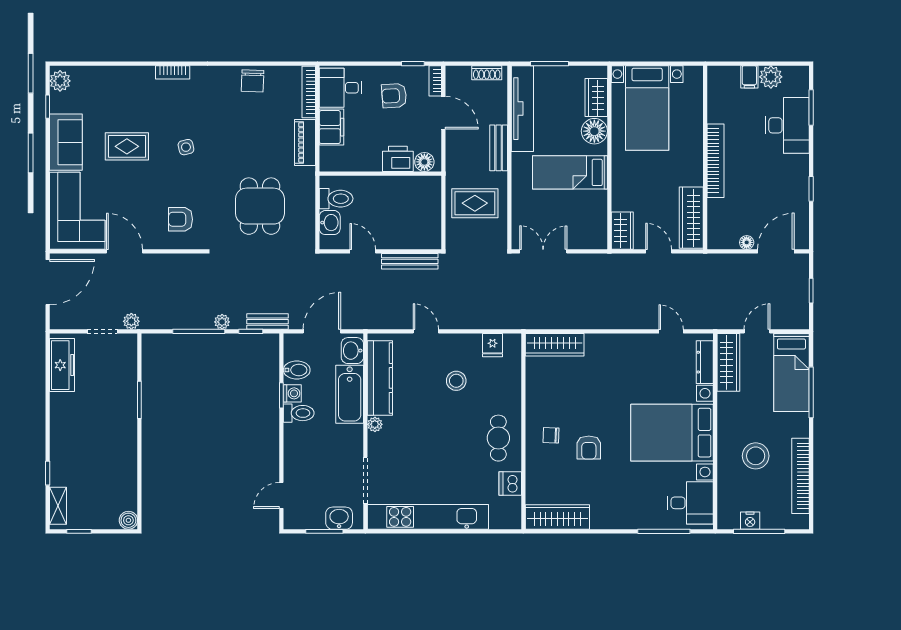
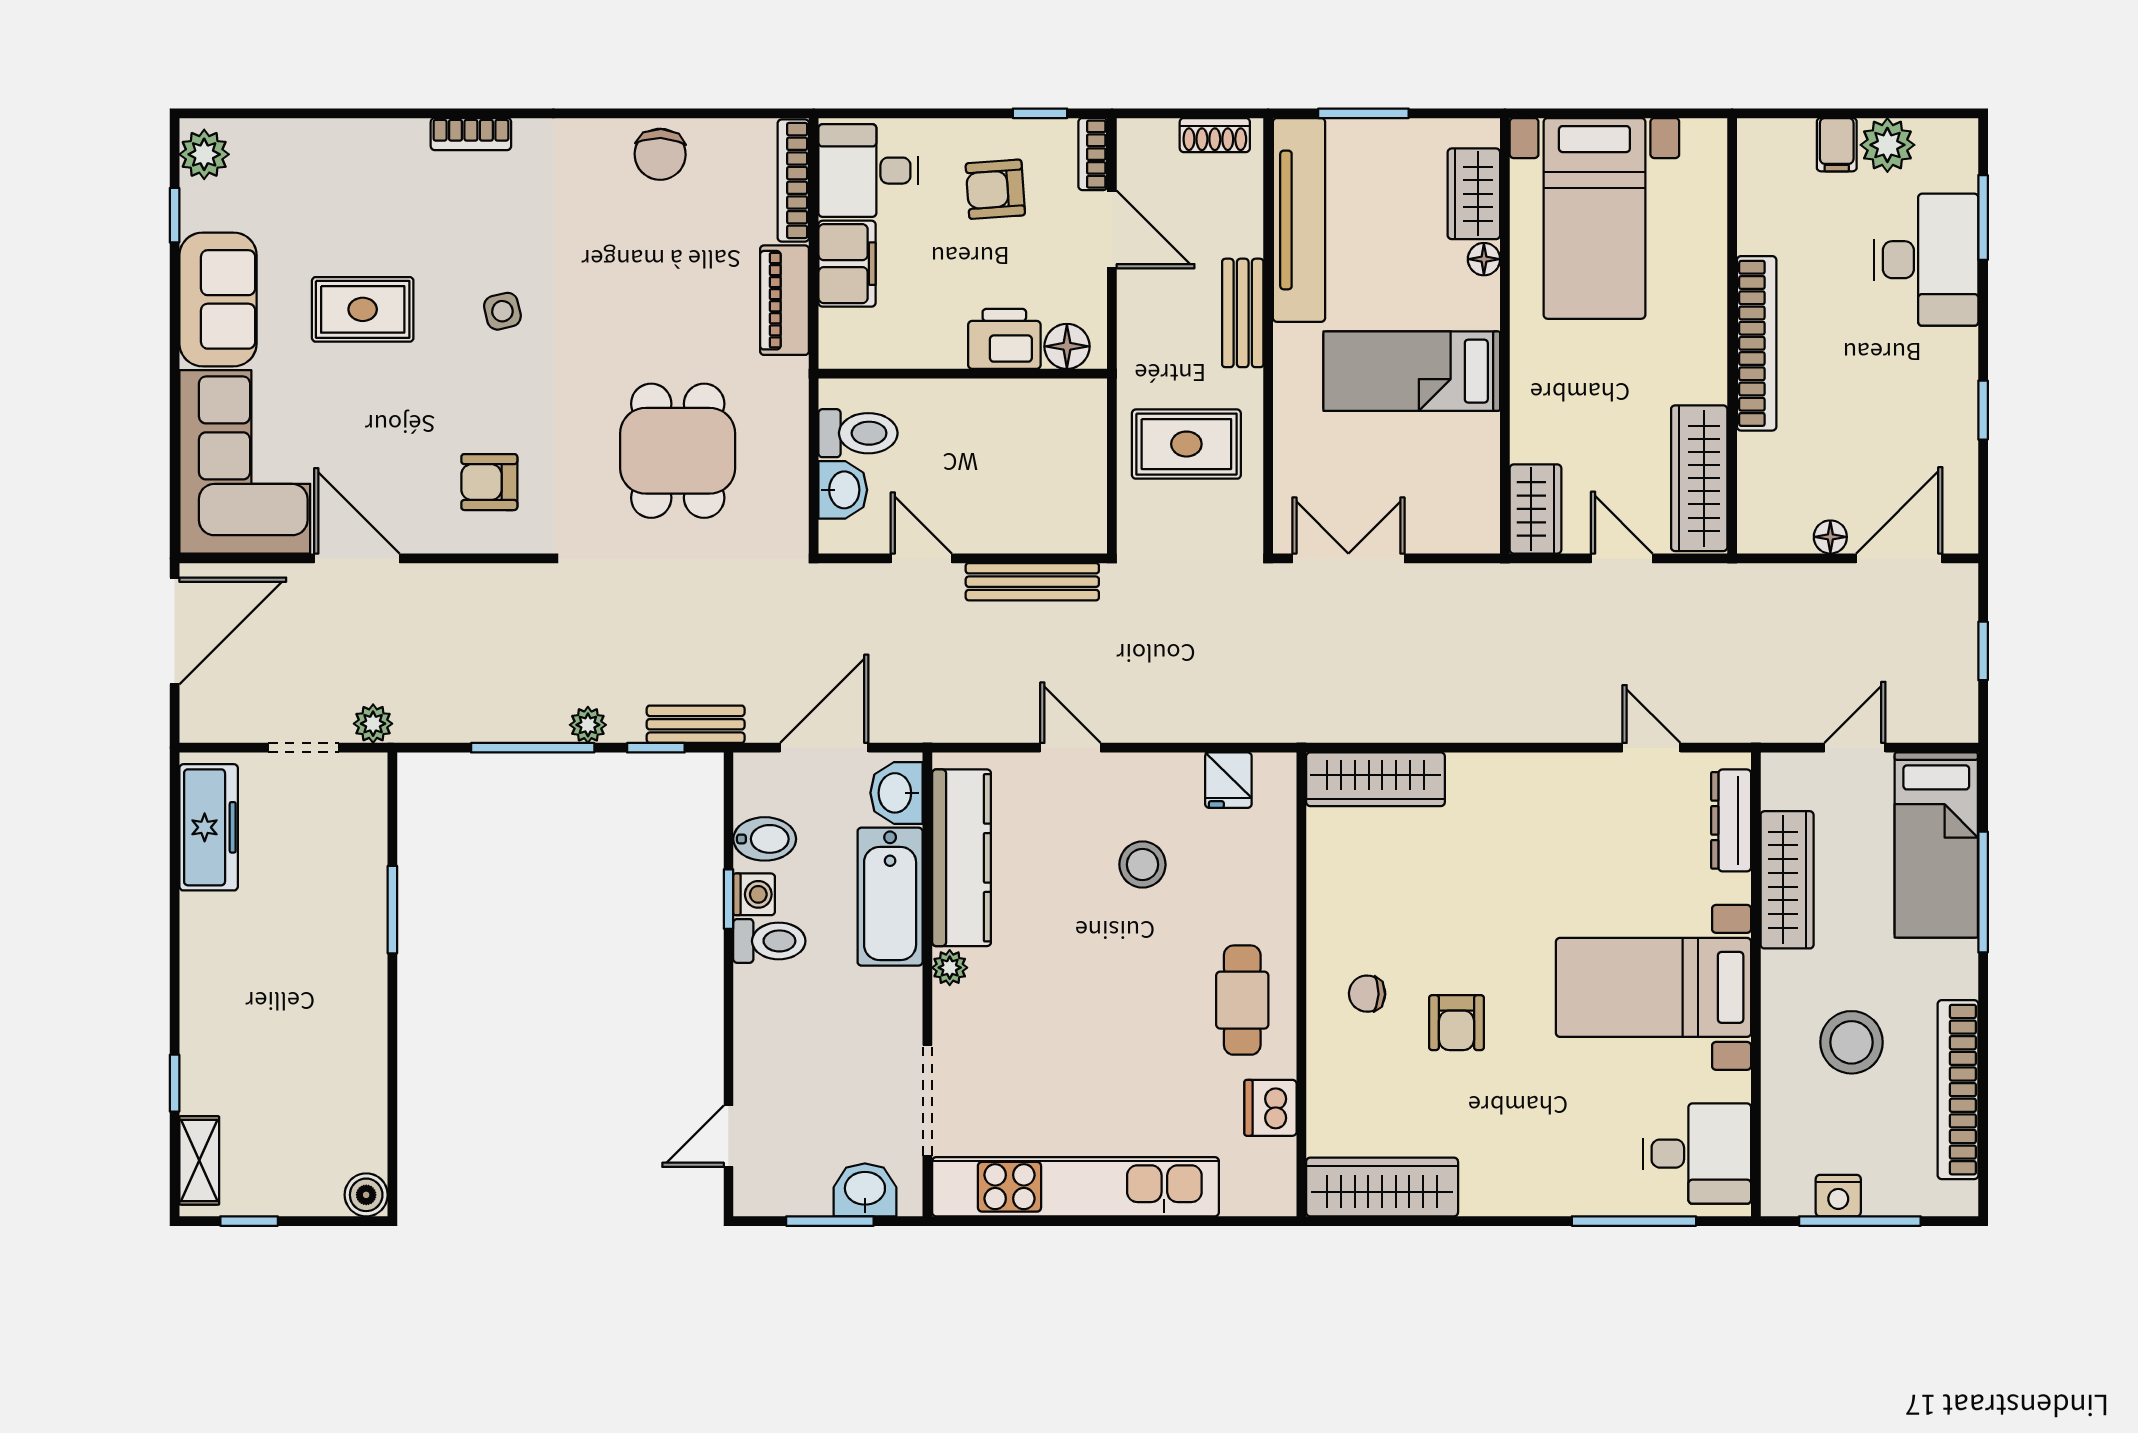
floor lamp: (594, 131) -> (1484, 259), width x0.53, depth x0.53
wardrobe: (728, 362) -> (1787, 880), moved
bed with nightstands: (672, 433) -> (1653, 987), width x0.73

